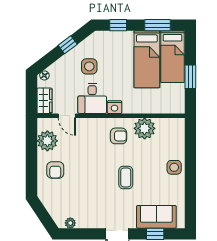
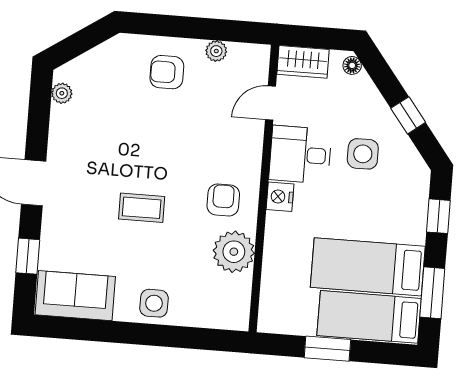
armchair: (119, 136) -> (223, 200), turned 180
plant: (47, 141) -> (216, 51), width x0.53, depth x0.53
sofa: (156, 217) -> (75, 296), moved, turned -90

